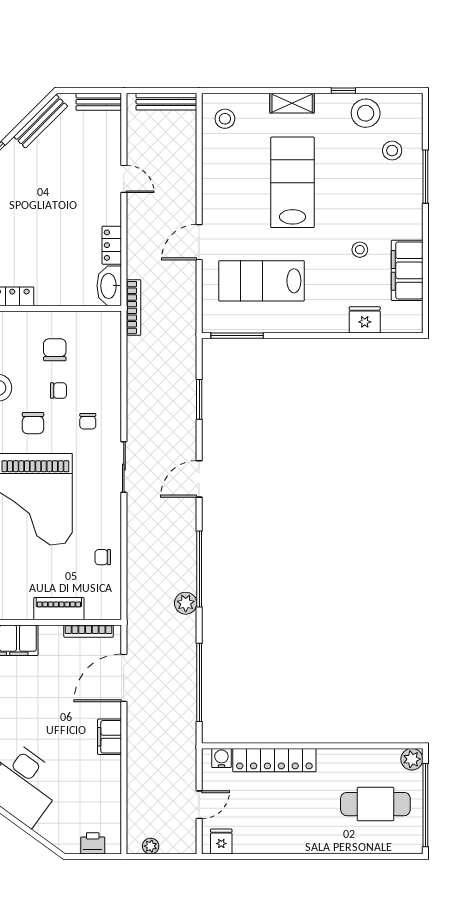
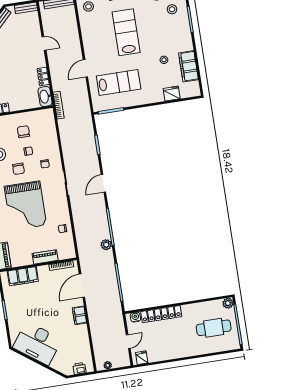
lab bench: (262, 281) -> (119, 82), turned 180

